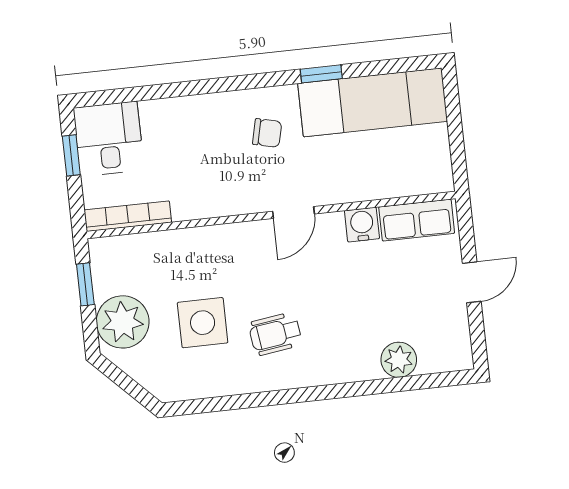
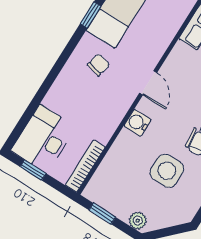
desk: (109, 139) -> (43, 139), width x1.37
water cooler: (362, 225) -> (137, 123), moved
plant: (123, 322) -> (138, 221), width x0.53, depth x0.53

